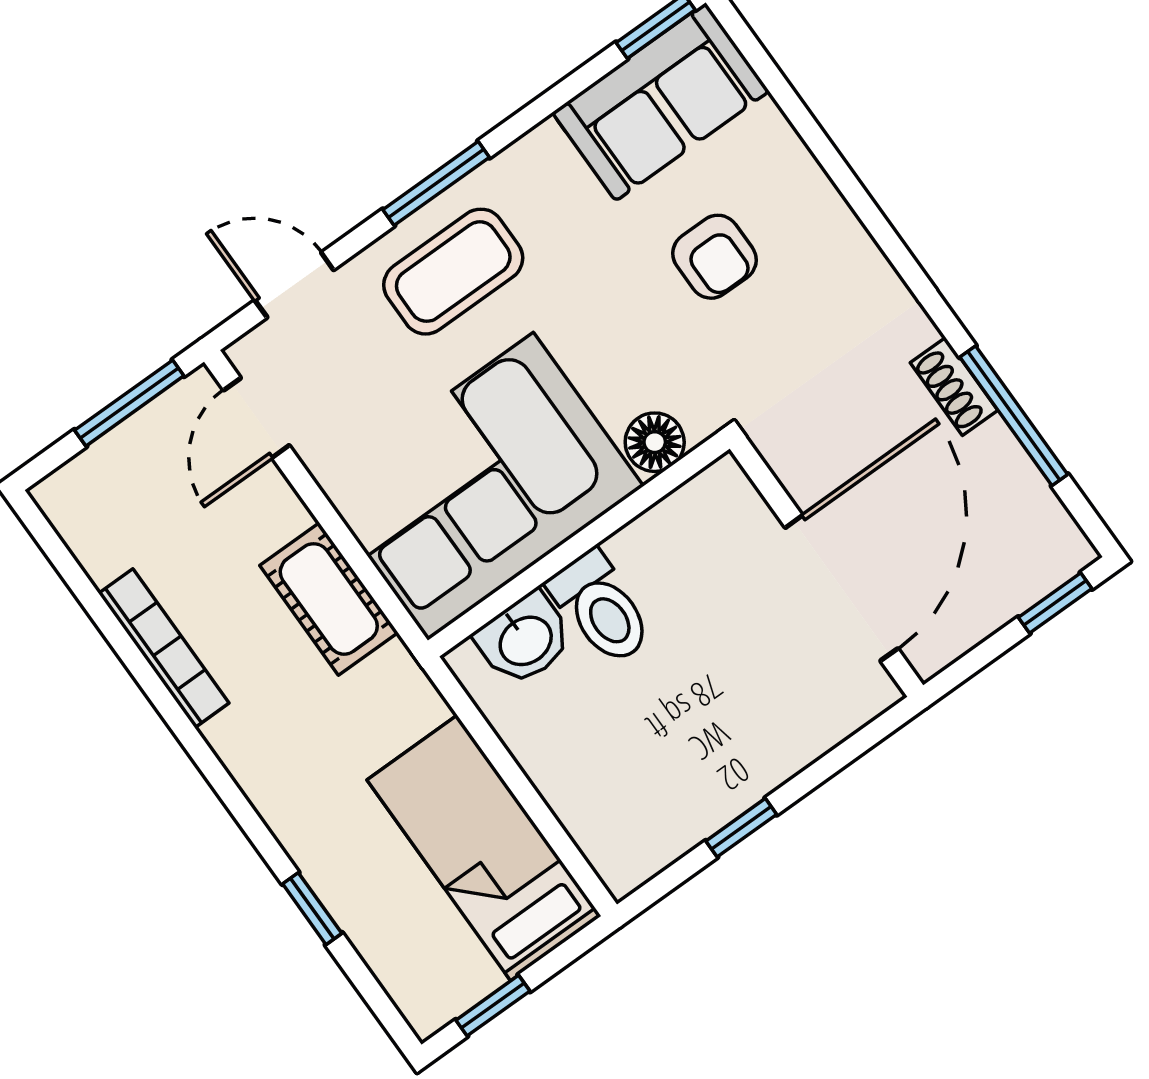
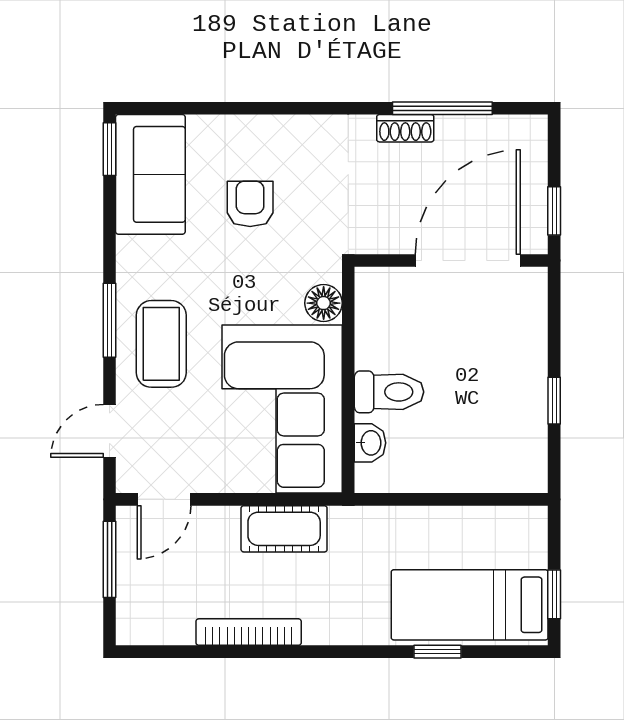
armchair: (714, 257) -> (250, 204), turned -90
door: (256, 418) -> (164, 499), hinge flipped
door: (842, 588) -> (468, 261), hinge flipped
window: (1055, 603) -> (554, 211), moved
washbasin: (524, 639) -> (370, 443), width x0.72, depth x0.69
bed: (484, 848) -> (470, 605), moved

